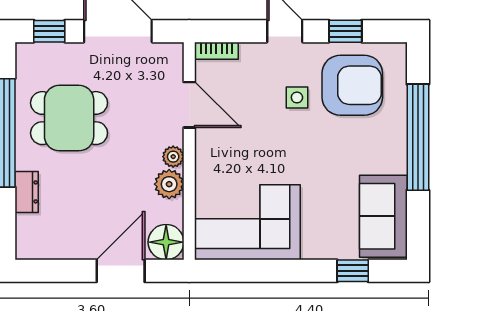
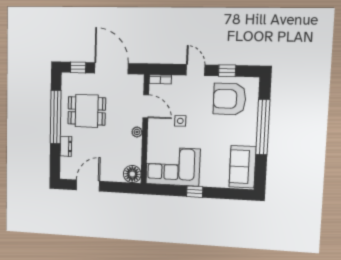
armchair: (352, 85) -> (229, 99), turned 180
side table: (297, 97) -> (180, 121), moved
plant: (169, 184) -> (135, 146), removed
door: (121, 271) -> (88, 186), moved
window: (353, 271) -> (195, 192), moved

